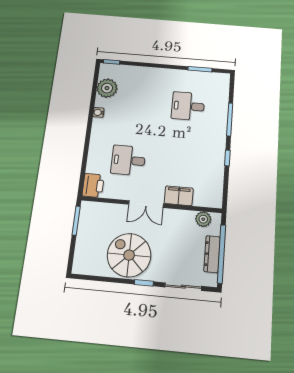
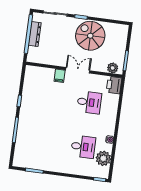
desk: (188, 106) -> (83, 147), moved
filing cabinet: (179, 196) -> (60, 76), width x0.50
plant: (203, 219) -> (113, 68), moved
spiral stairs: (129, 255) -> (90, 36), turned 180

